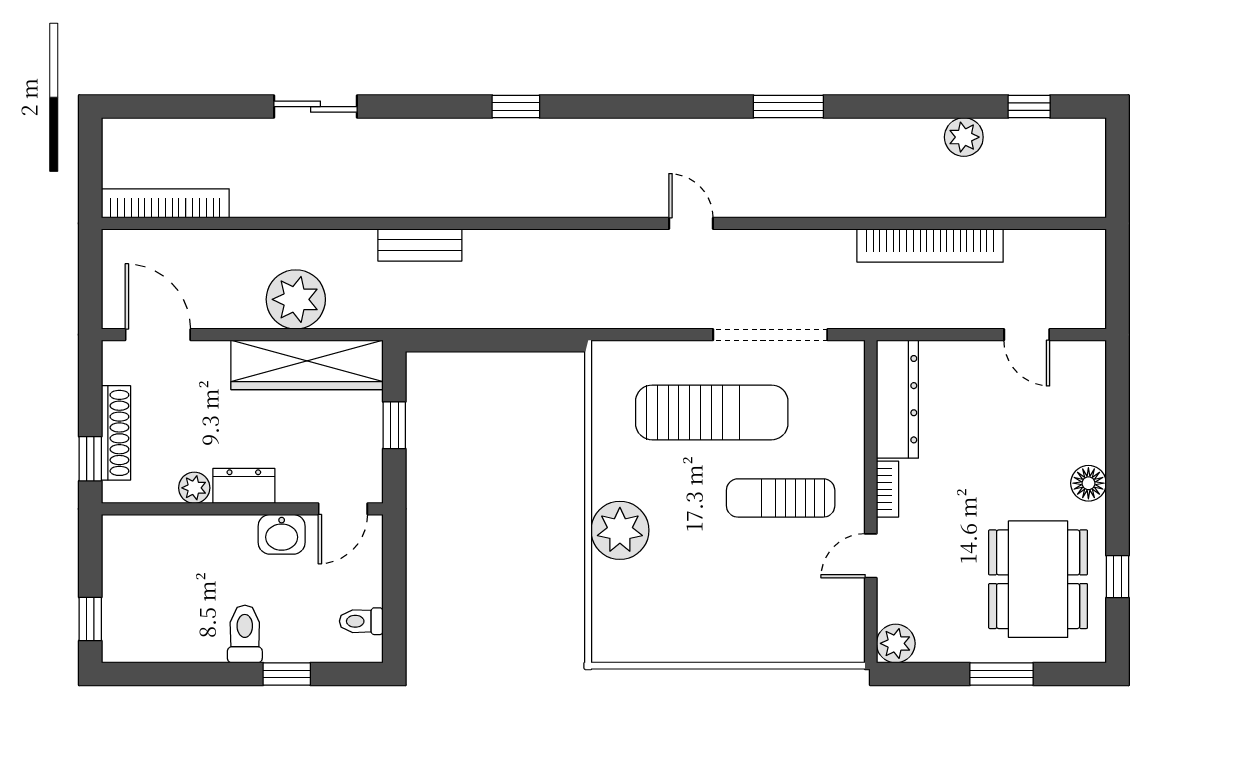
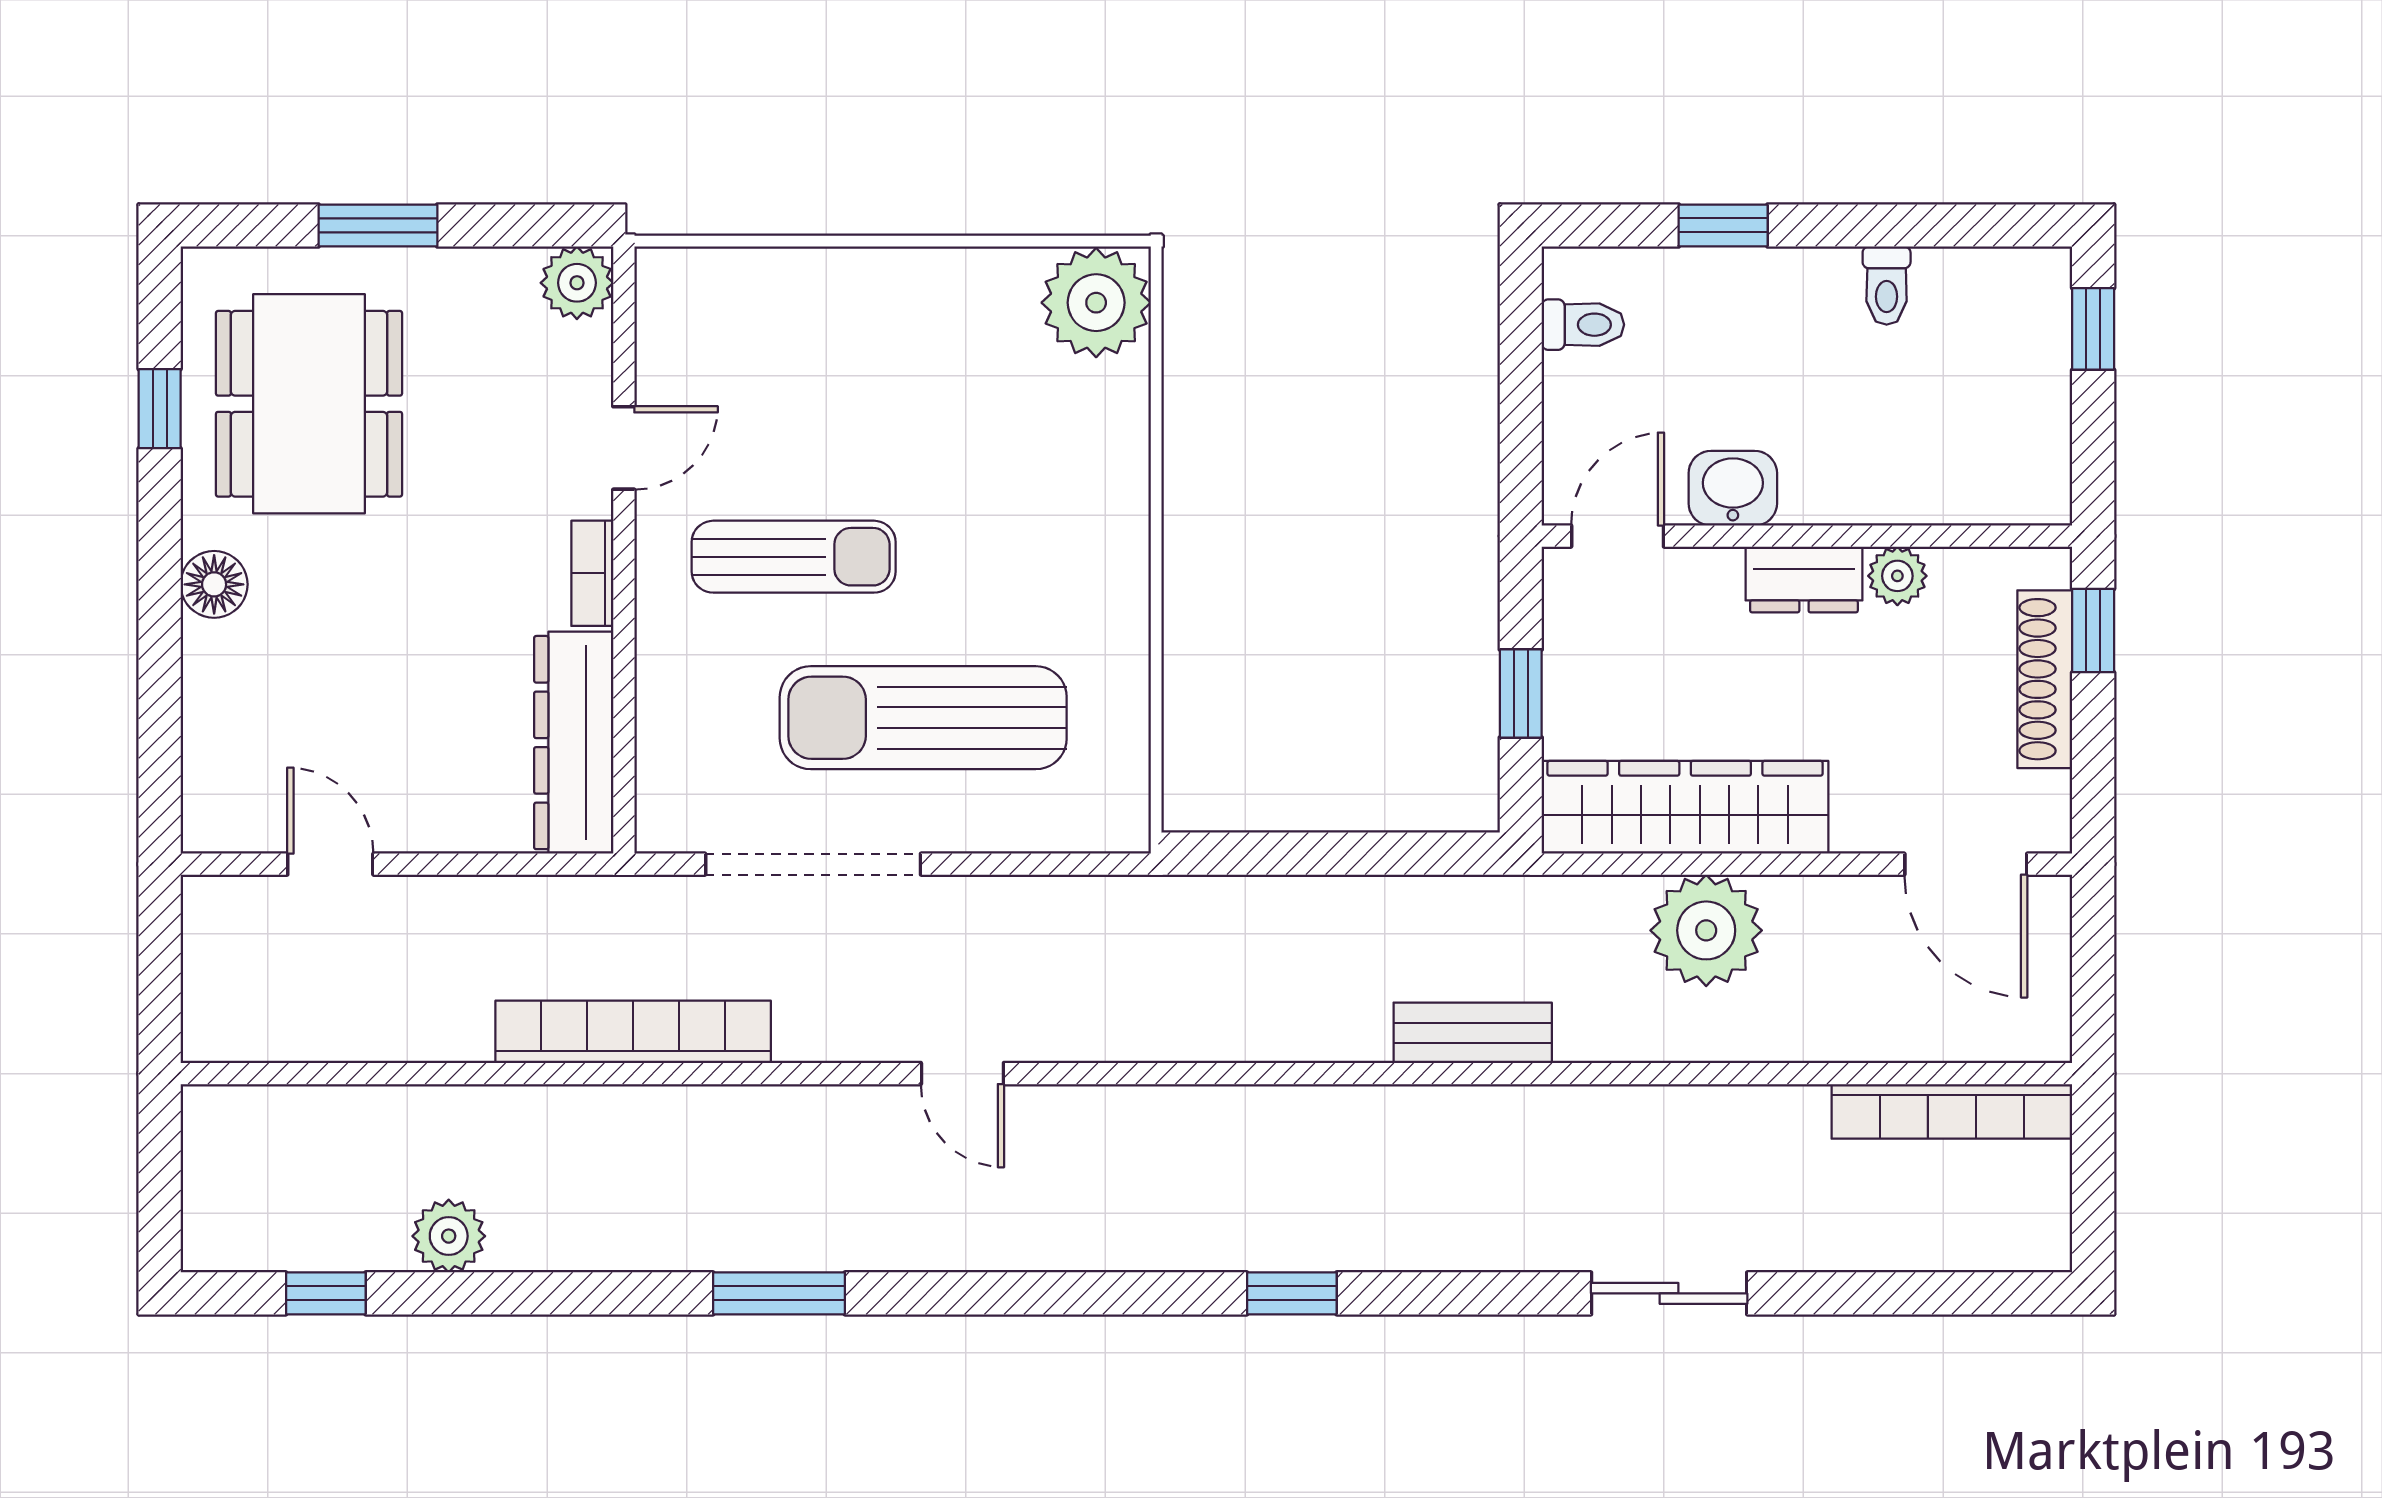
bookcase: (930, 246) -> (633, 1032), moved
plant: (620, 530) -> (1096, 303), moved
toilet: (245, 634) -> (1887, 286), moved, width x0.73, depth x0.72

